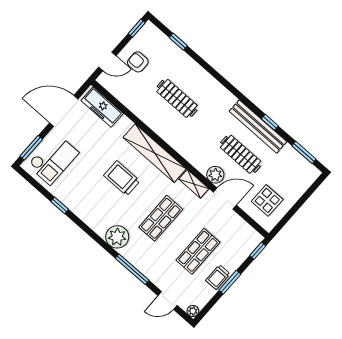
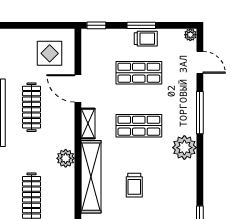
plant: (215, 175) -> (66, 158), moved
trolley: (122, 178) -> (134, 185), width x0.73, depth x0.72

